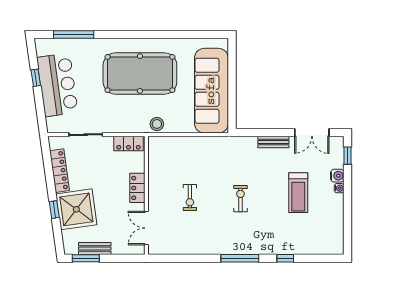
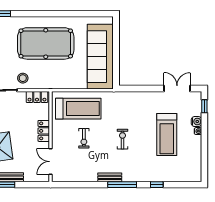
stool: (157, 124) -> (23, 78), moved
double door: (312, 132) -> (177, 89), swing flipped
bench: (273, 142) -> (110, 177), moved
treadmill: (183, 159) -> (78, 109), added
treadmill: (298, 193) -> (167, 134), width x1.37, depth x1.38

